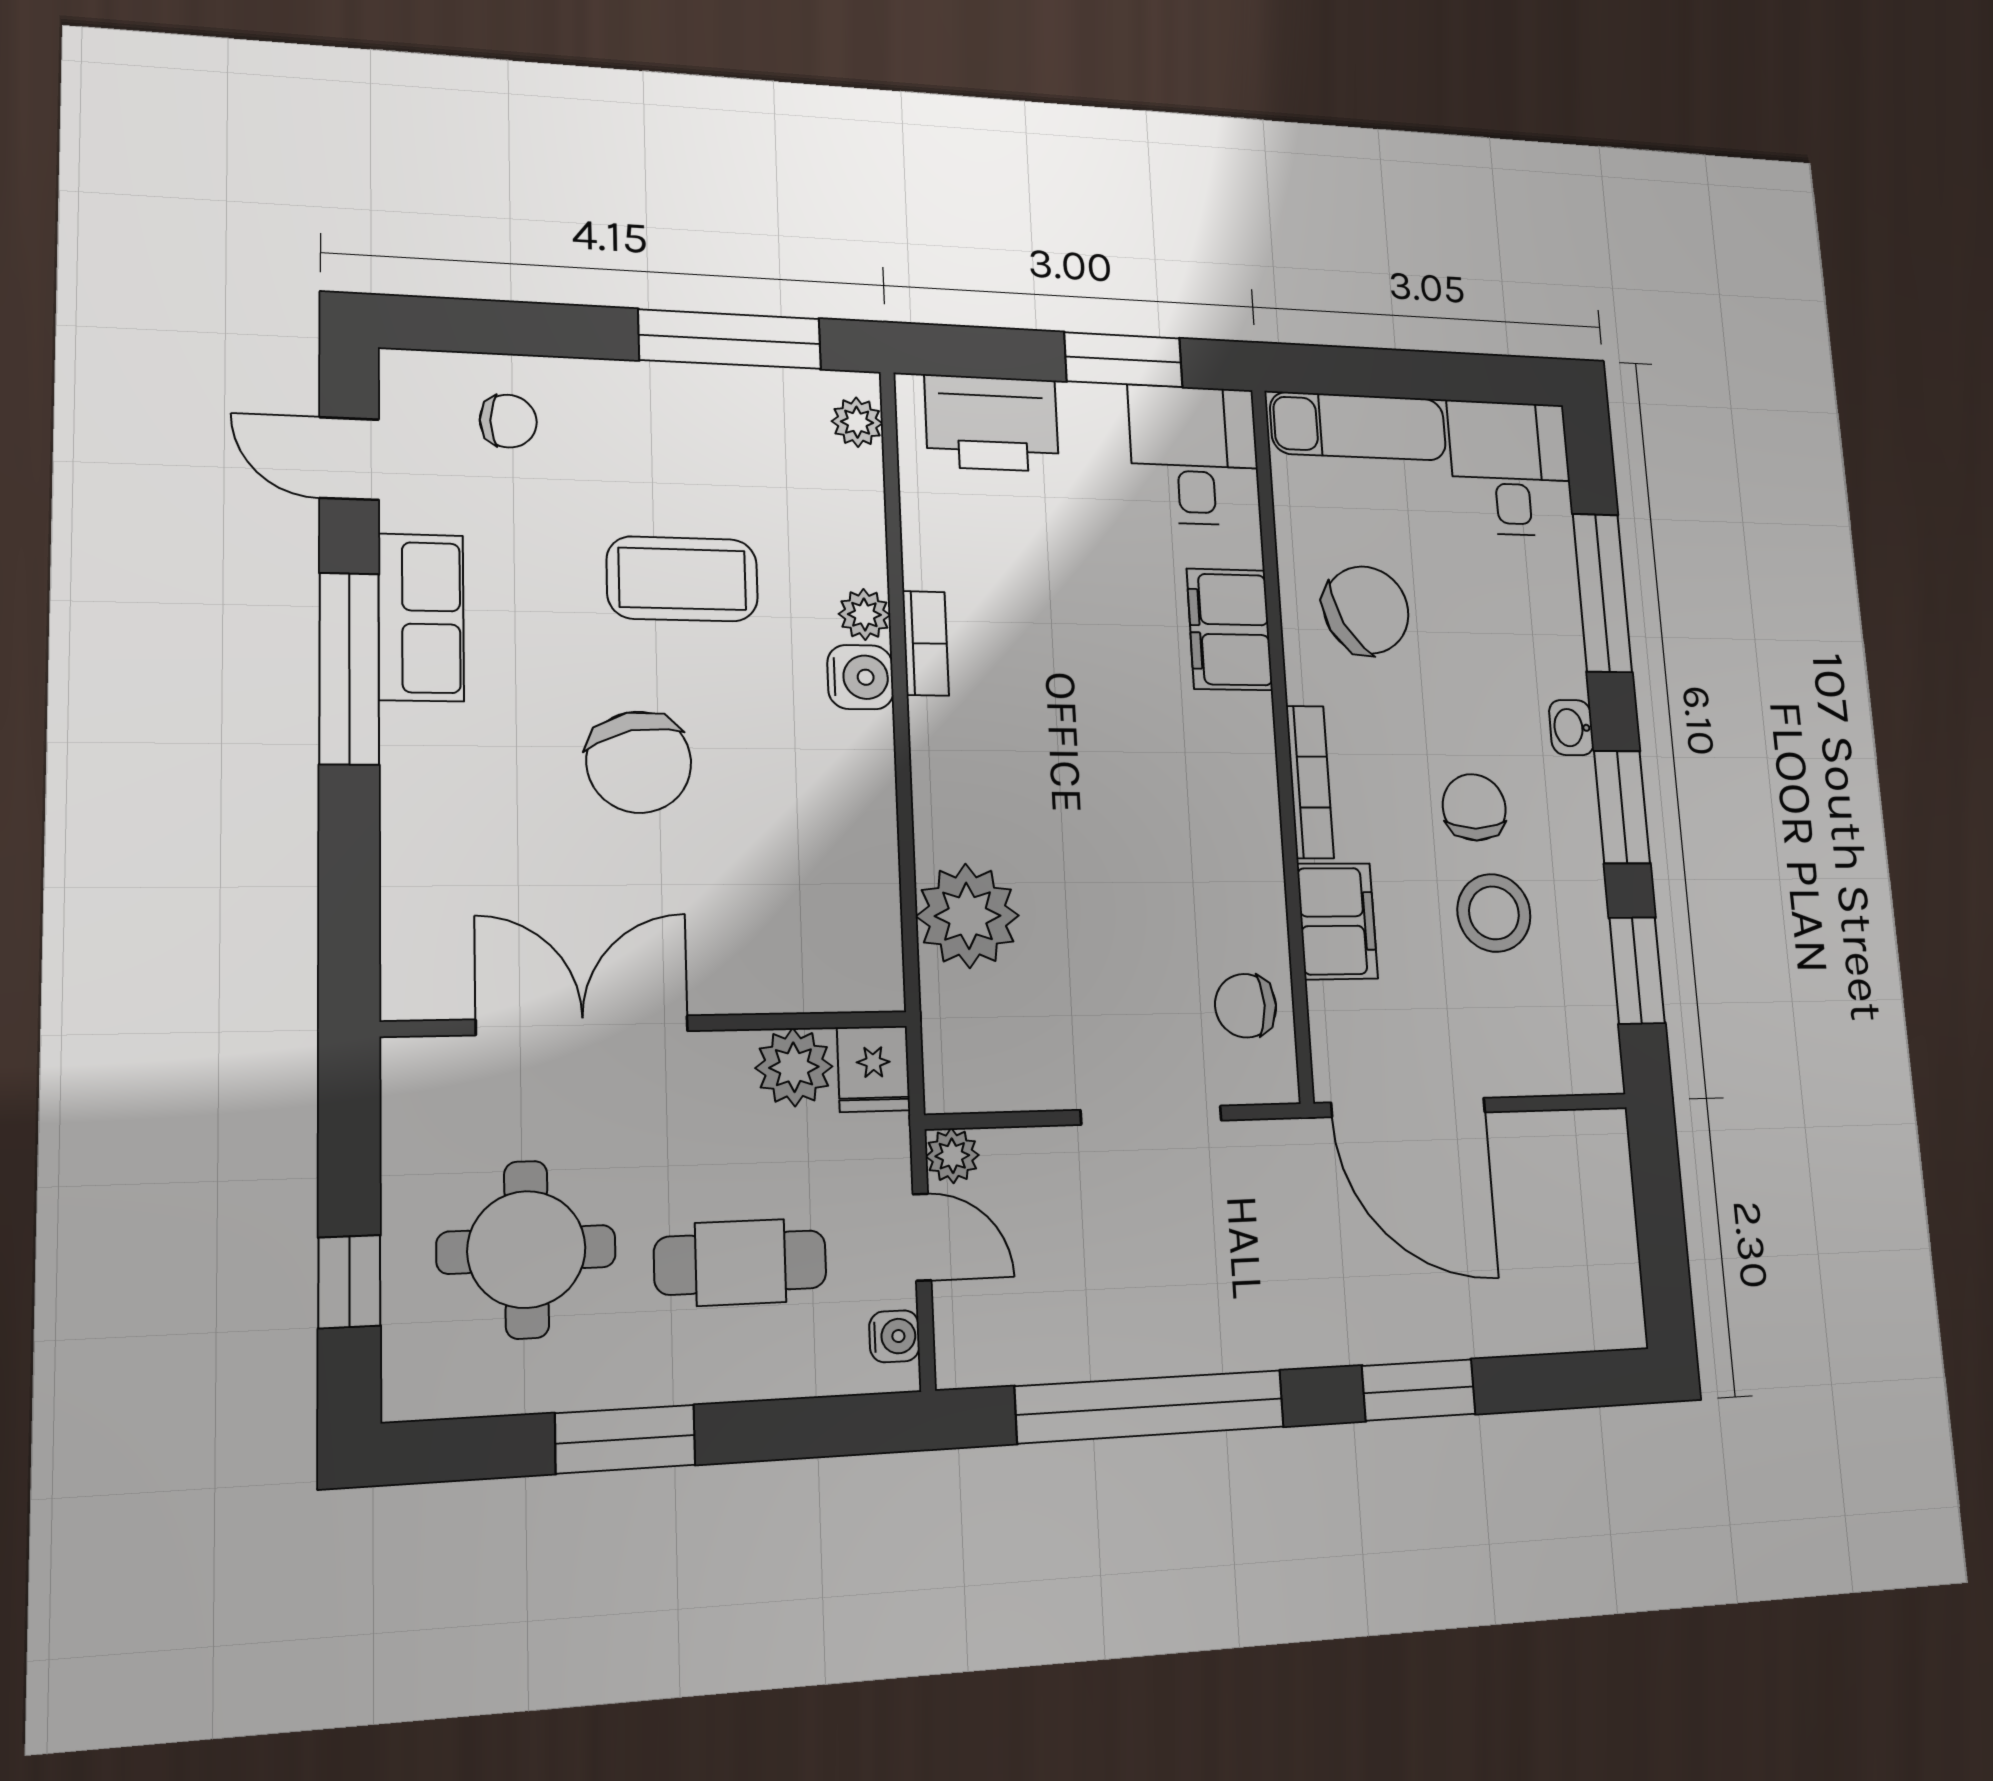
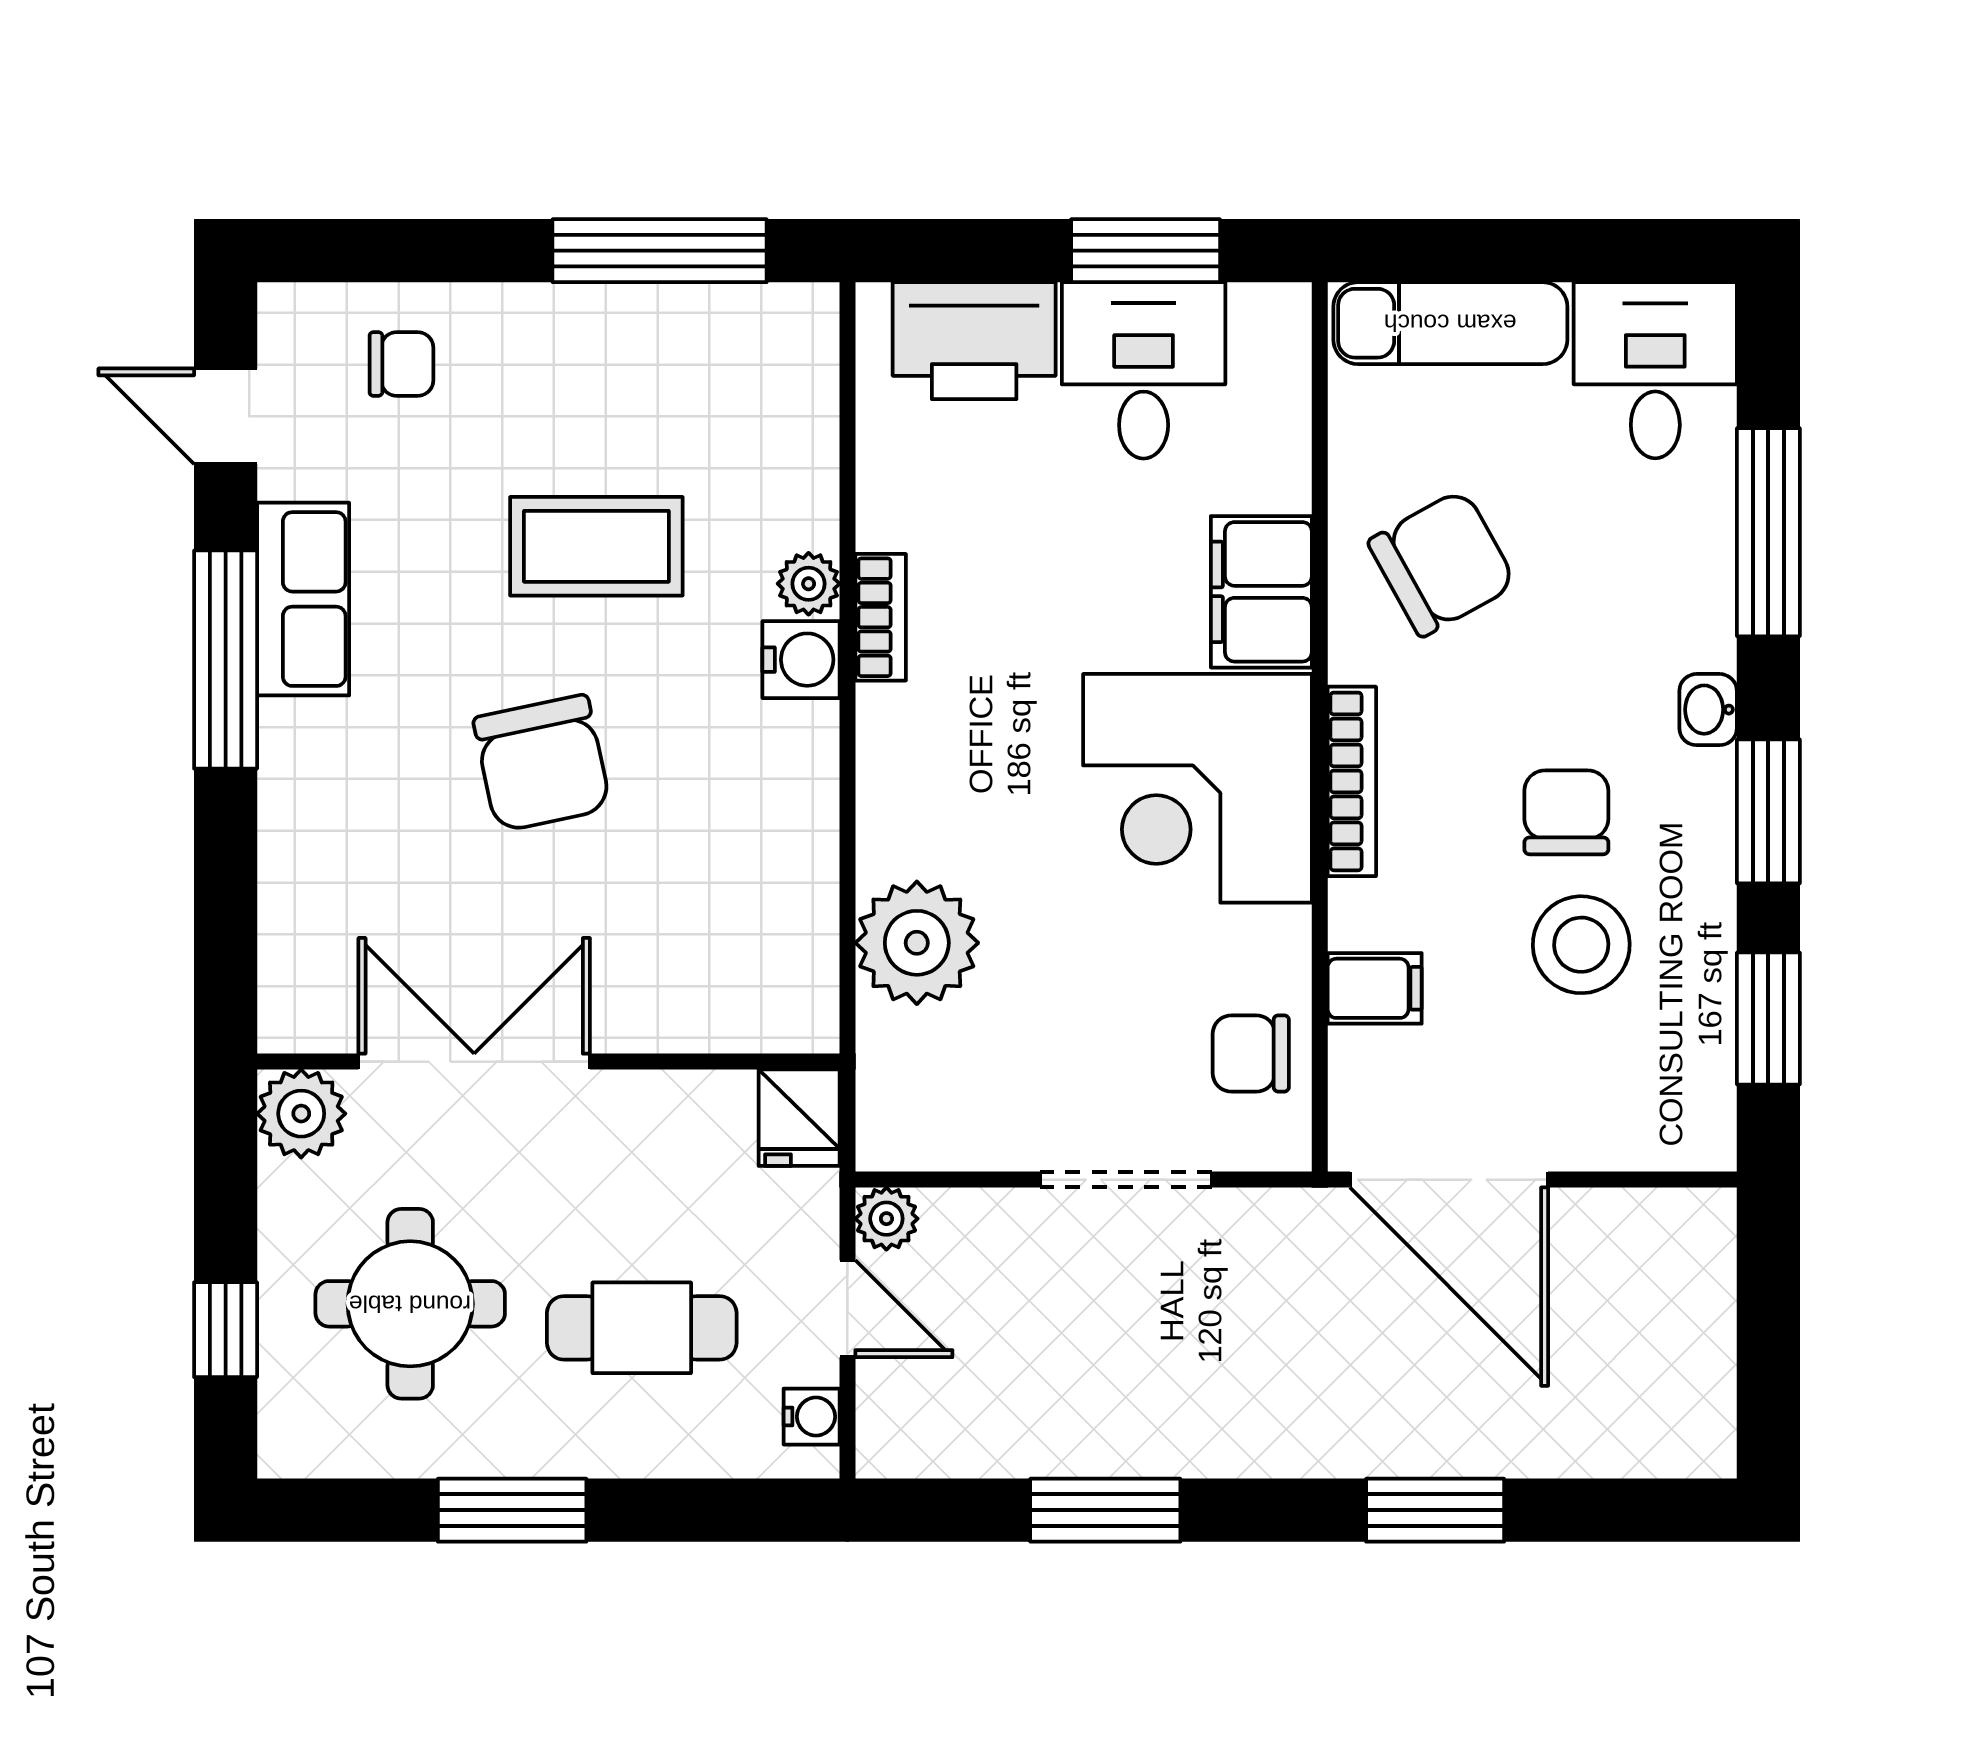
plant: (857, 422) -> (809, 347), removed
desk: (1194, 455) -> (1144, 370), moved
corner desk: (1190, 787) -> (1197, 788), added
filing cabinet: (1337, 921) -> (1375, 988), width x0.50
plant: (794, 1067) -> (301, 1114), moved
window: (1151, 1407) -> (1105, 1510), width x0.47

